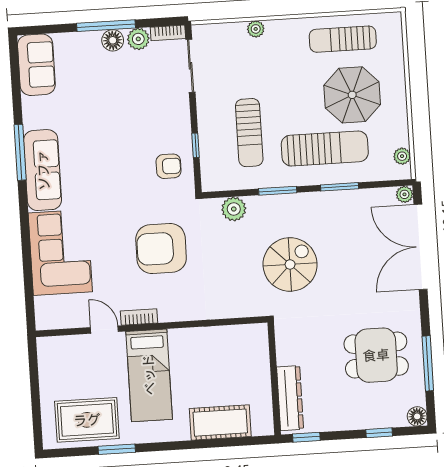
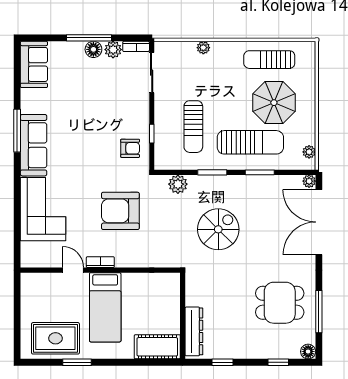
wall: (274, 379) -> (183, 316), moved
dresser: (290, 398) -> (194, 331), moved

